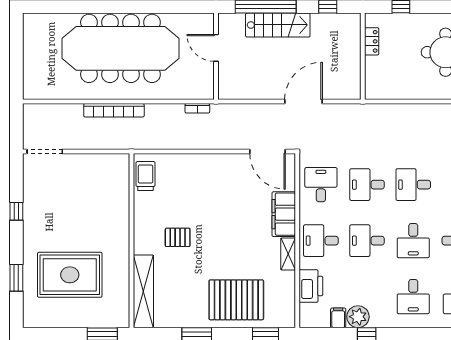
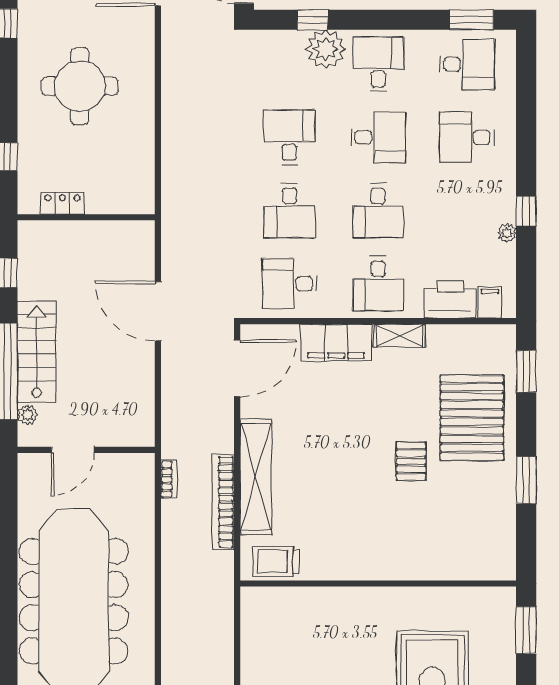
plant: (238, 19) -> (27, 415), added
bookcase: (114, 110) -> (223, 502), moved, turned 180
desk: (413, 185) -> (289, 137), turned 180
pallet: (178, 237) -> (411, 461), moved
shelving: (143, 291) -> (256, 477), moved, turned 90
desk: (413, 297) -> (467, 137), turned 180
plant: (358, 317) -> (507, 233), width x0.53, depth x0.53
filing cabinet: (338, 318) -> (490, 302), moved, turned 90

